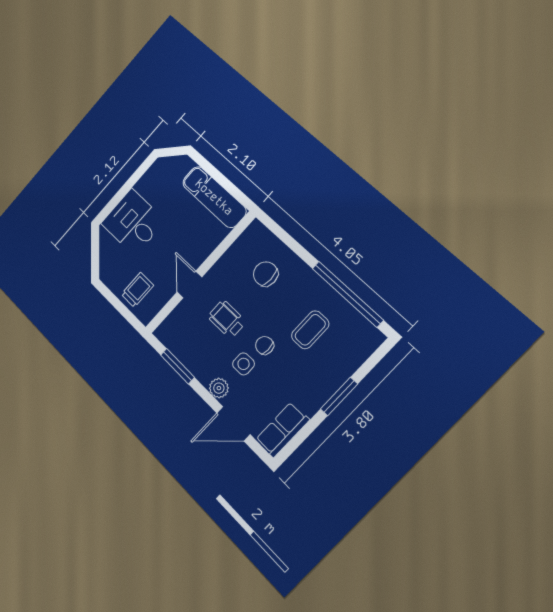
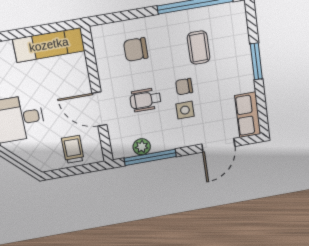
door: (189, 285) -> (100, 109), width x1.38
window: (177, 366) -> (150, 157), width x1.44
plant: (219, 388) -> (142, 147), moved

